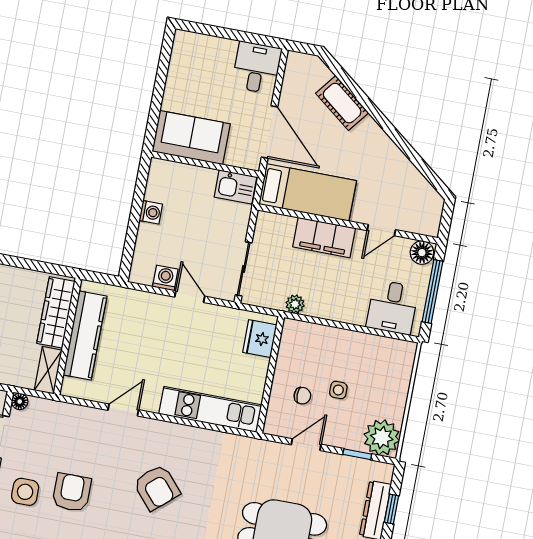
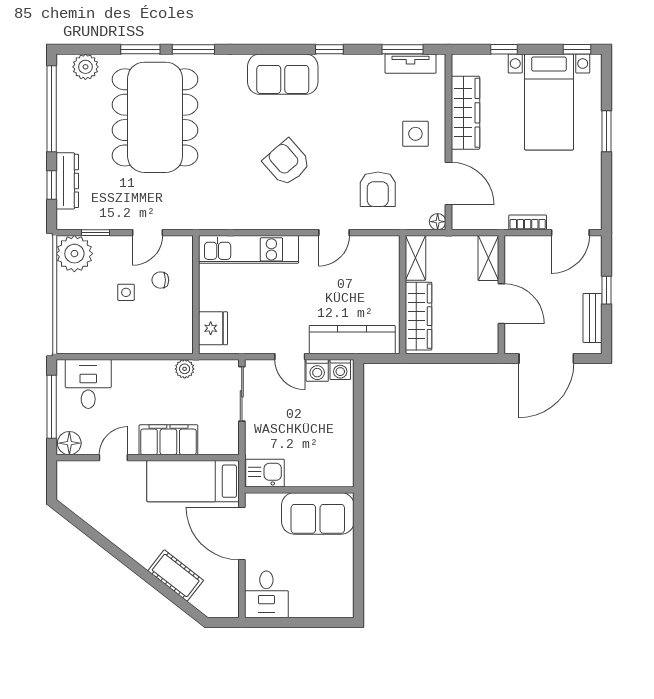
washing machine: (151, 212) -> (340, 370), moved, turned -90
kitchen counter: (85, 335) -> (352, 340), moved, turned 90
armchair: (72, 492) -> (378, 189), moved

